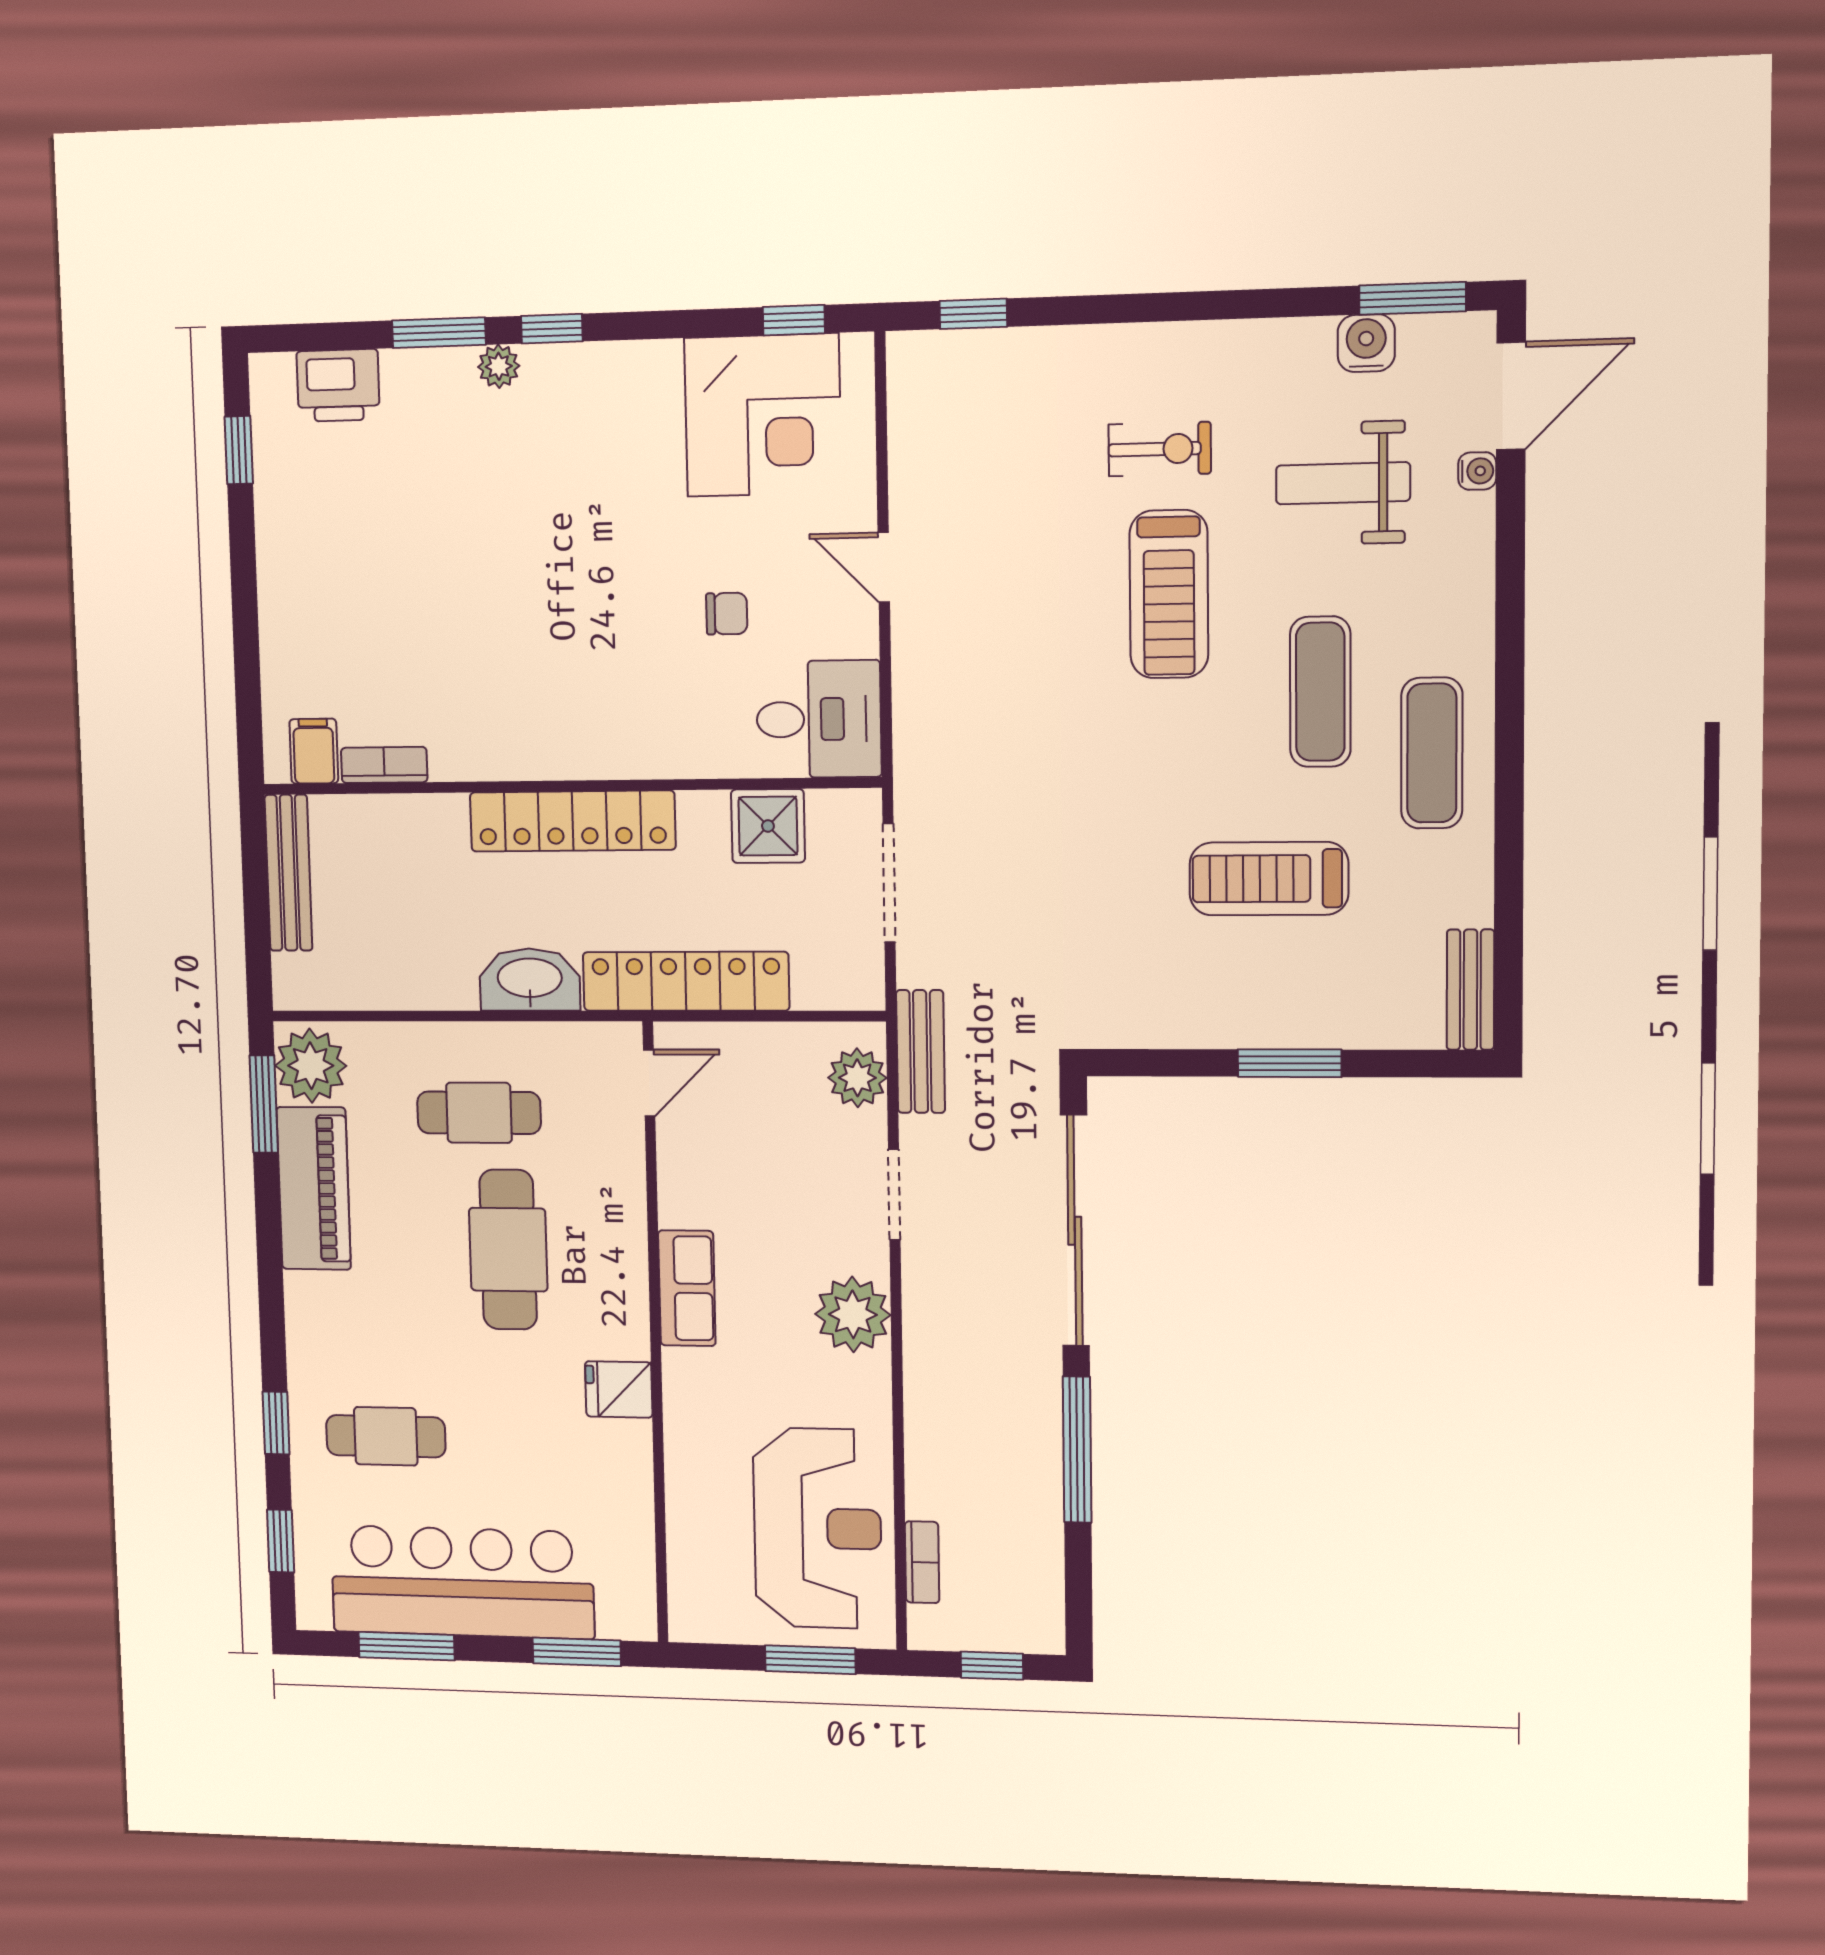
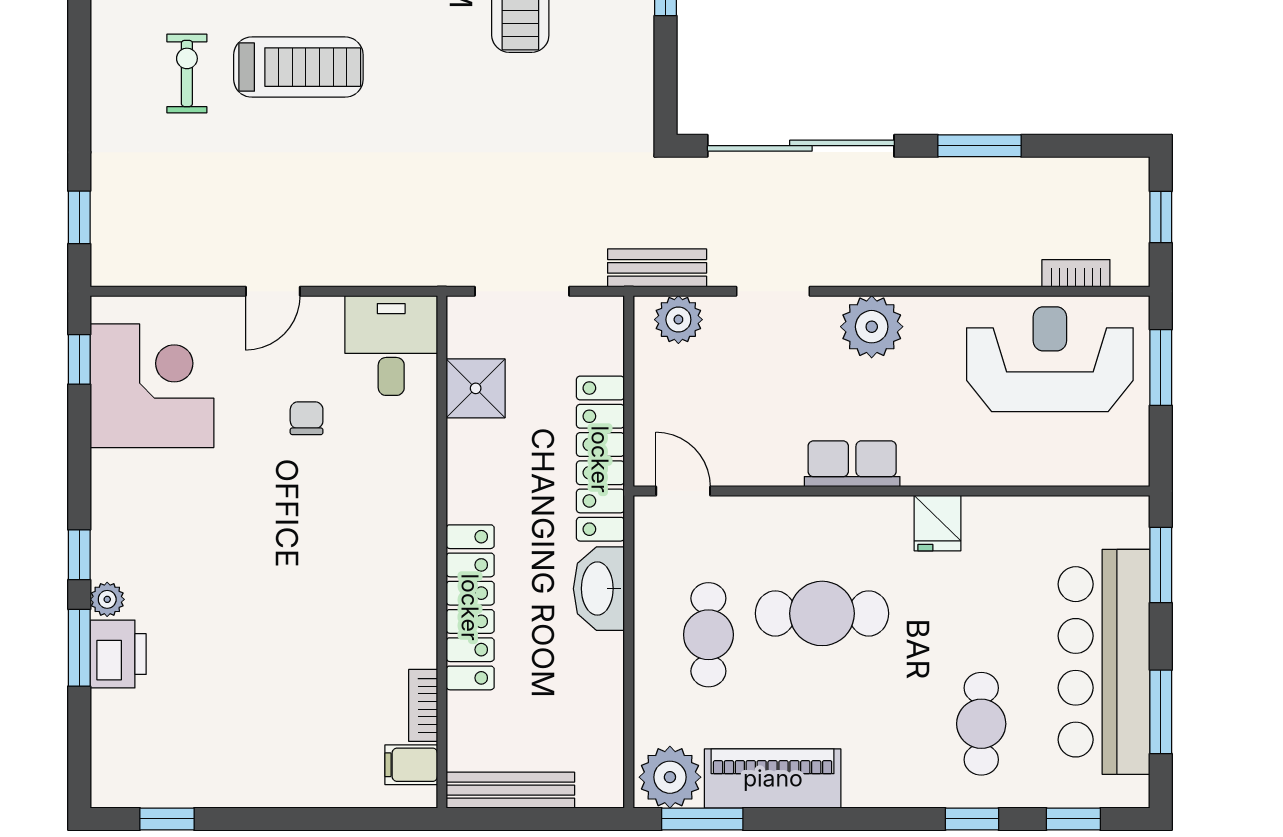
printer: (338, 385) -> (118, 654), moved
locker: (572, 821) -> (470, 607), moved
window: (1077, 1450) -> (979, 146), width x0.69

